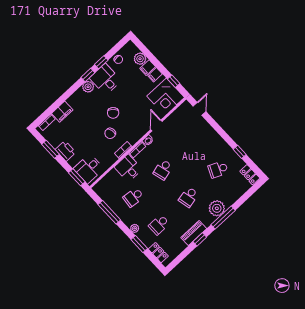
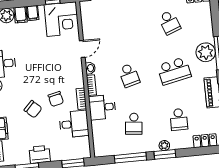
chair: (113, 113) -> (33, 109), moved
door: (156, 125) -> (82, 49), swing flipped
desk: (89, 169) -> (74, 124), moved, turned -90
school desk: (218, 169) -> (169, 22), turned -45
school desk: (189, 197) -> (174, 71), width x1.85
window: (139, 244) -> (165, 154), moved

